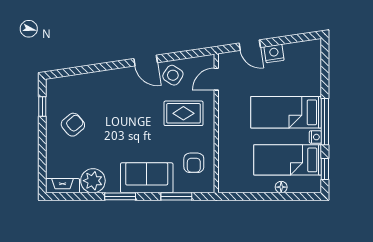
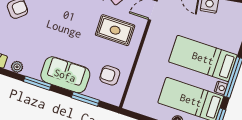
armchair: (194, 163) -> (110, 75), turned 90
plant: (93, 181) -> (17, 67), width x0.53, depth x0.53

